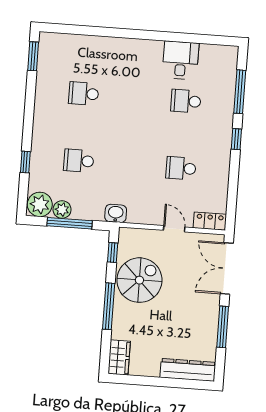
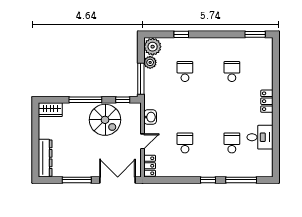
locker: (130, 47) -> (267, 101), added
washbasin: (116, 213) -> (150, 117), moved
window: (70, 223) -> (141, 79), moved

